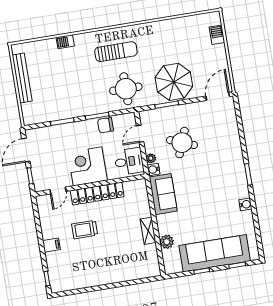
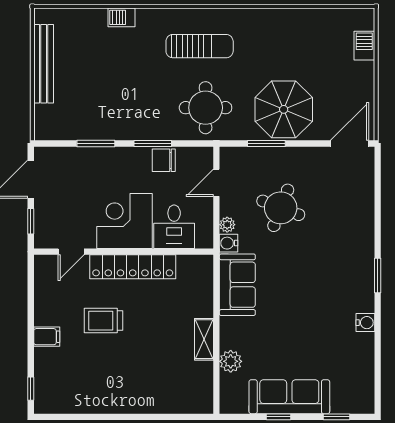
desk: (129, 161) -> (174, 227), moved, turned 90
sofa: (215, 253) -> (289, 397), width x0.74, depth x0.79

